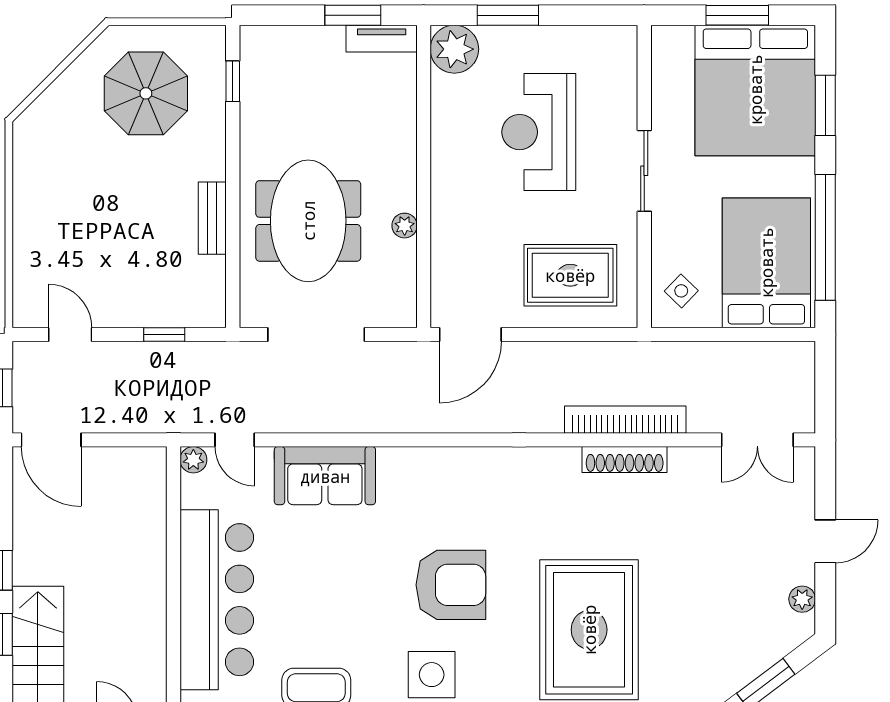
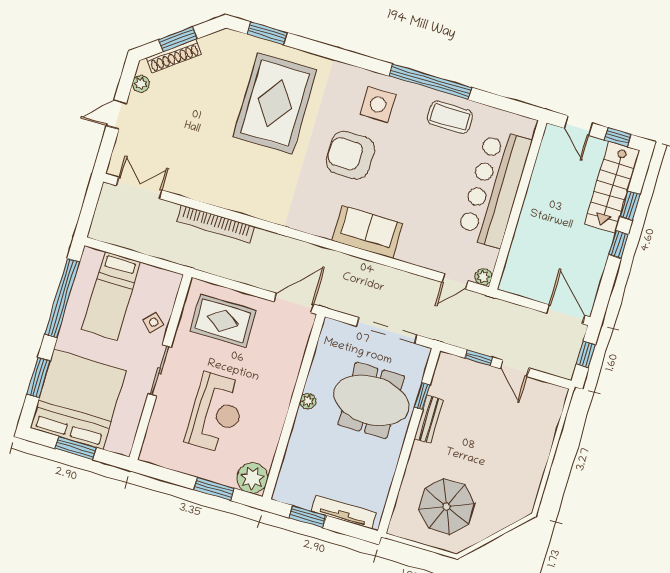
tv unit: (382, 39) -> (344, 512), moved, width x1.41
window: (233, 81) -> (422, 396), moved
meeting table: (308, 221) -> (371, 400), turned 90
plant: (405, 226) -> (308, 401), moved
bed: (766, 263) -> (111, 296), width x0.67
side table: (681, 291) -> (154, 322), moved
door: (70, 334) -> (515, 368), moved
door: (235, 440) -> (455, 281), swing flipped
shoe rack: (625, 460) -> (174, 56), moved, turned 143
sofa: (325, 476) -> (367, 232), moved

